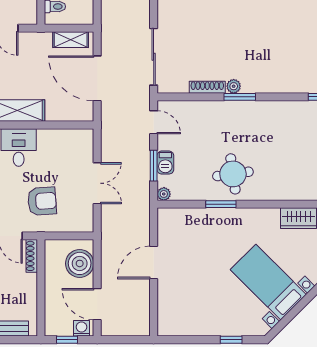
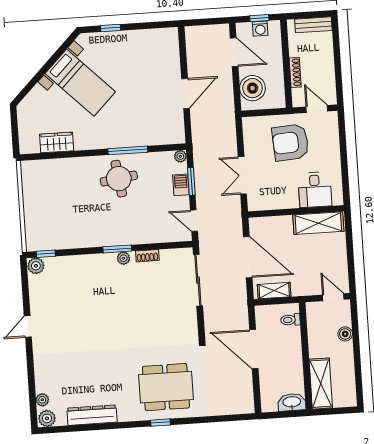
shoe rack: (207, 87) -> (147, 256), width x0.70
double door: (97, 183) -> (242, 175), moved
armchair: (42, 201) -> (290, 142), width x1.36, depth x1.36
window: (221, 204) -> (128, 150), width x1.44
shoe rack: (32, 256) -> (295, 72), moved
washing machine: (81, 328) -> (260, 29), moved

